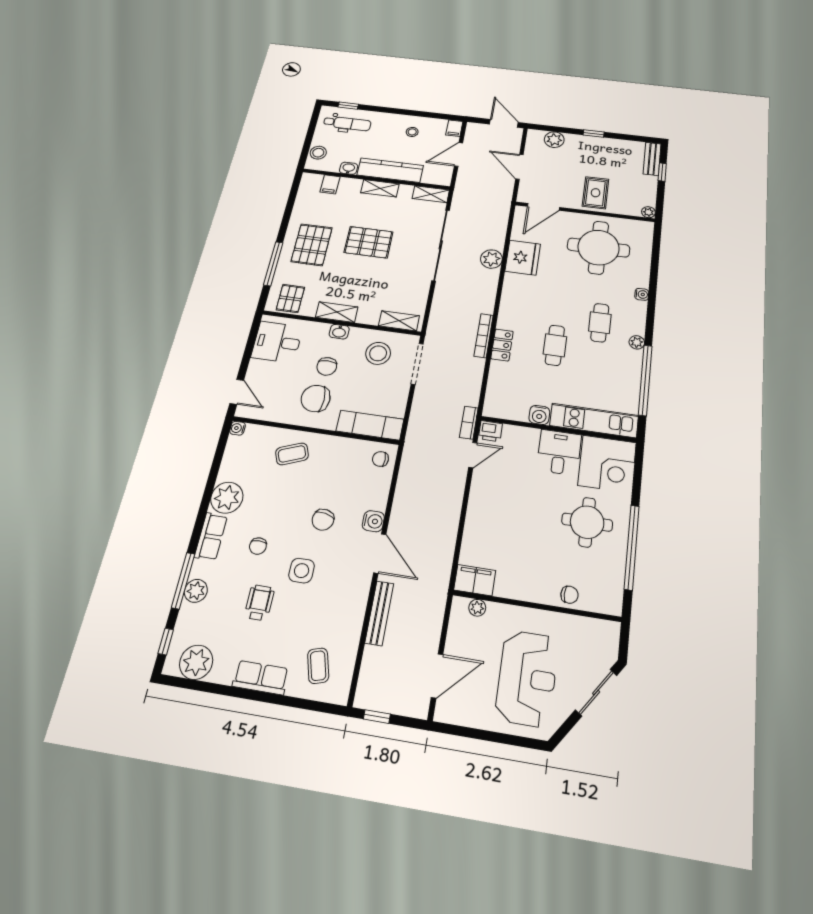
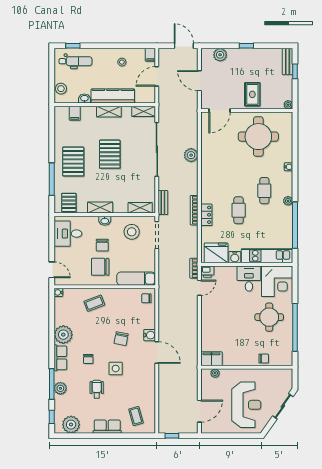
pallet: (369, 242) -> (110, 154), turned 90
fridge: (523, 258) -> (216, 253), moved, turned -90
bench: (379, 613) -> (163, 203), moved, width x0.73

